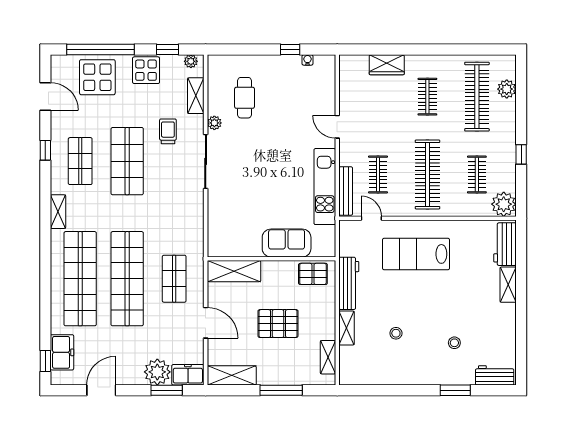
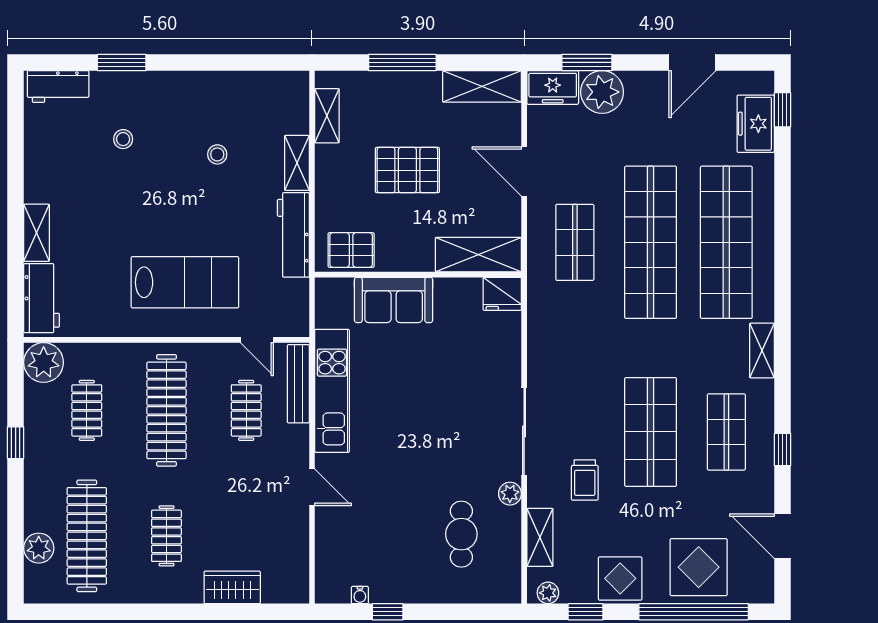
fridge: (219, 247) -> (502, 294), added

